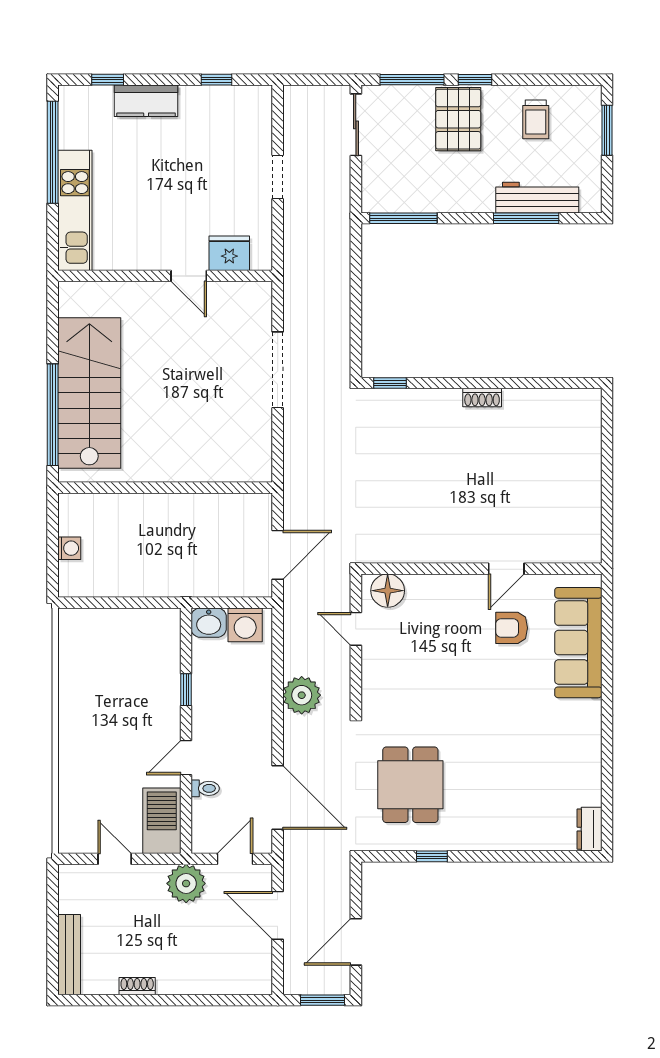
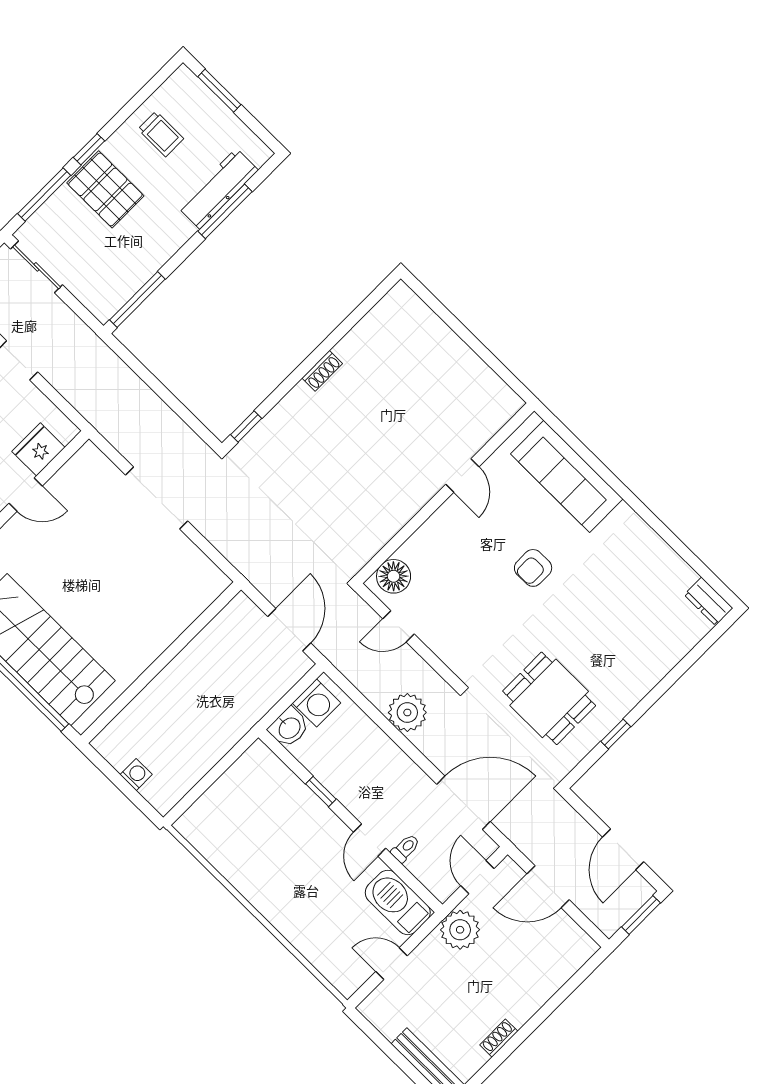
armchair: (512, 628) -> (533, 568), moved

